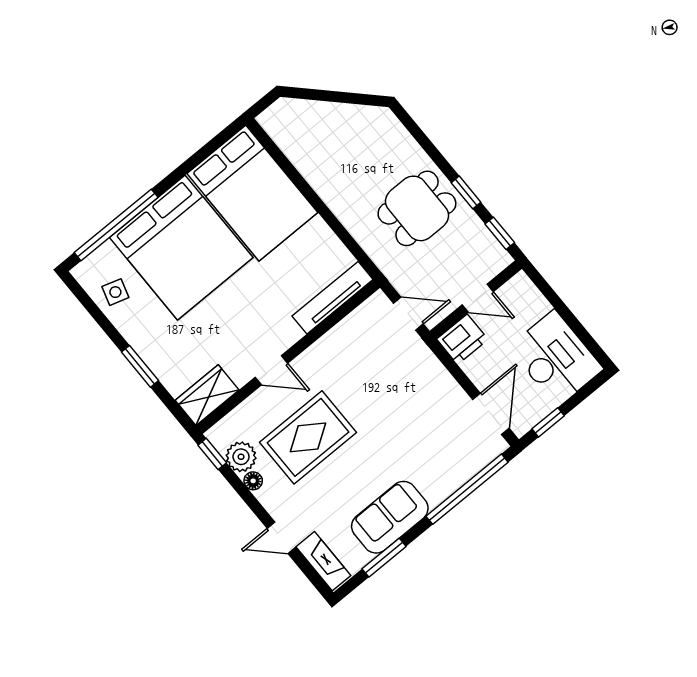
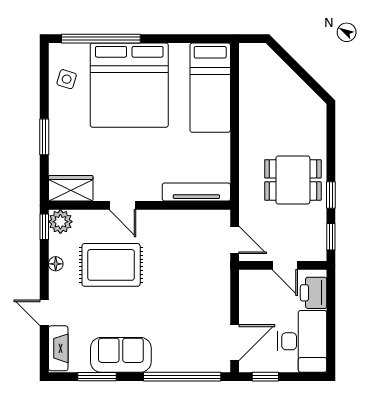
bed: (252, 193) -> (210, 88), width x0.67
printer: (462, 339) -> (314, 293), moved, turned 90
plant: (241, 457) -> (60, 222), moved

